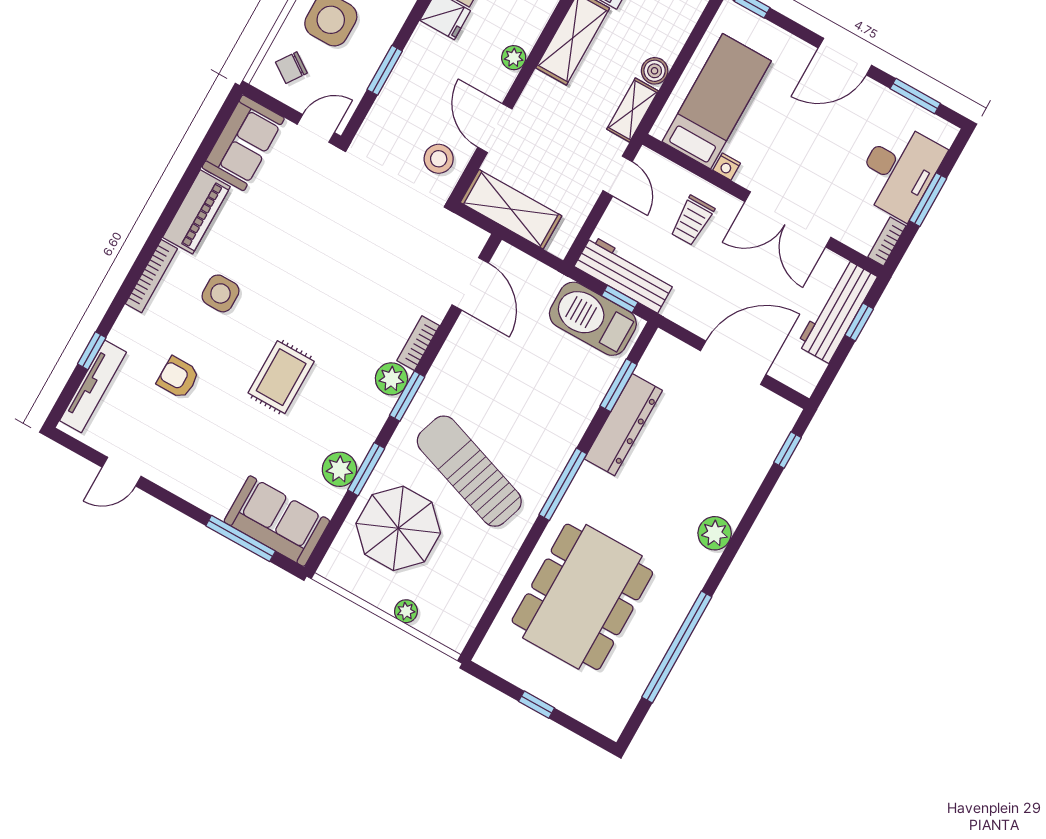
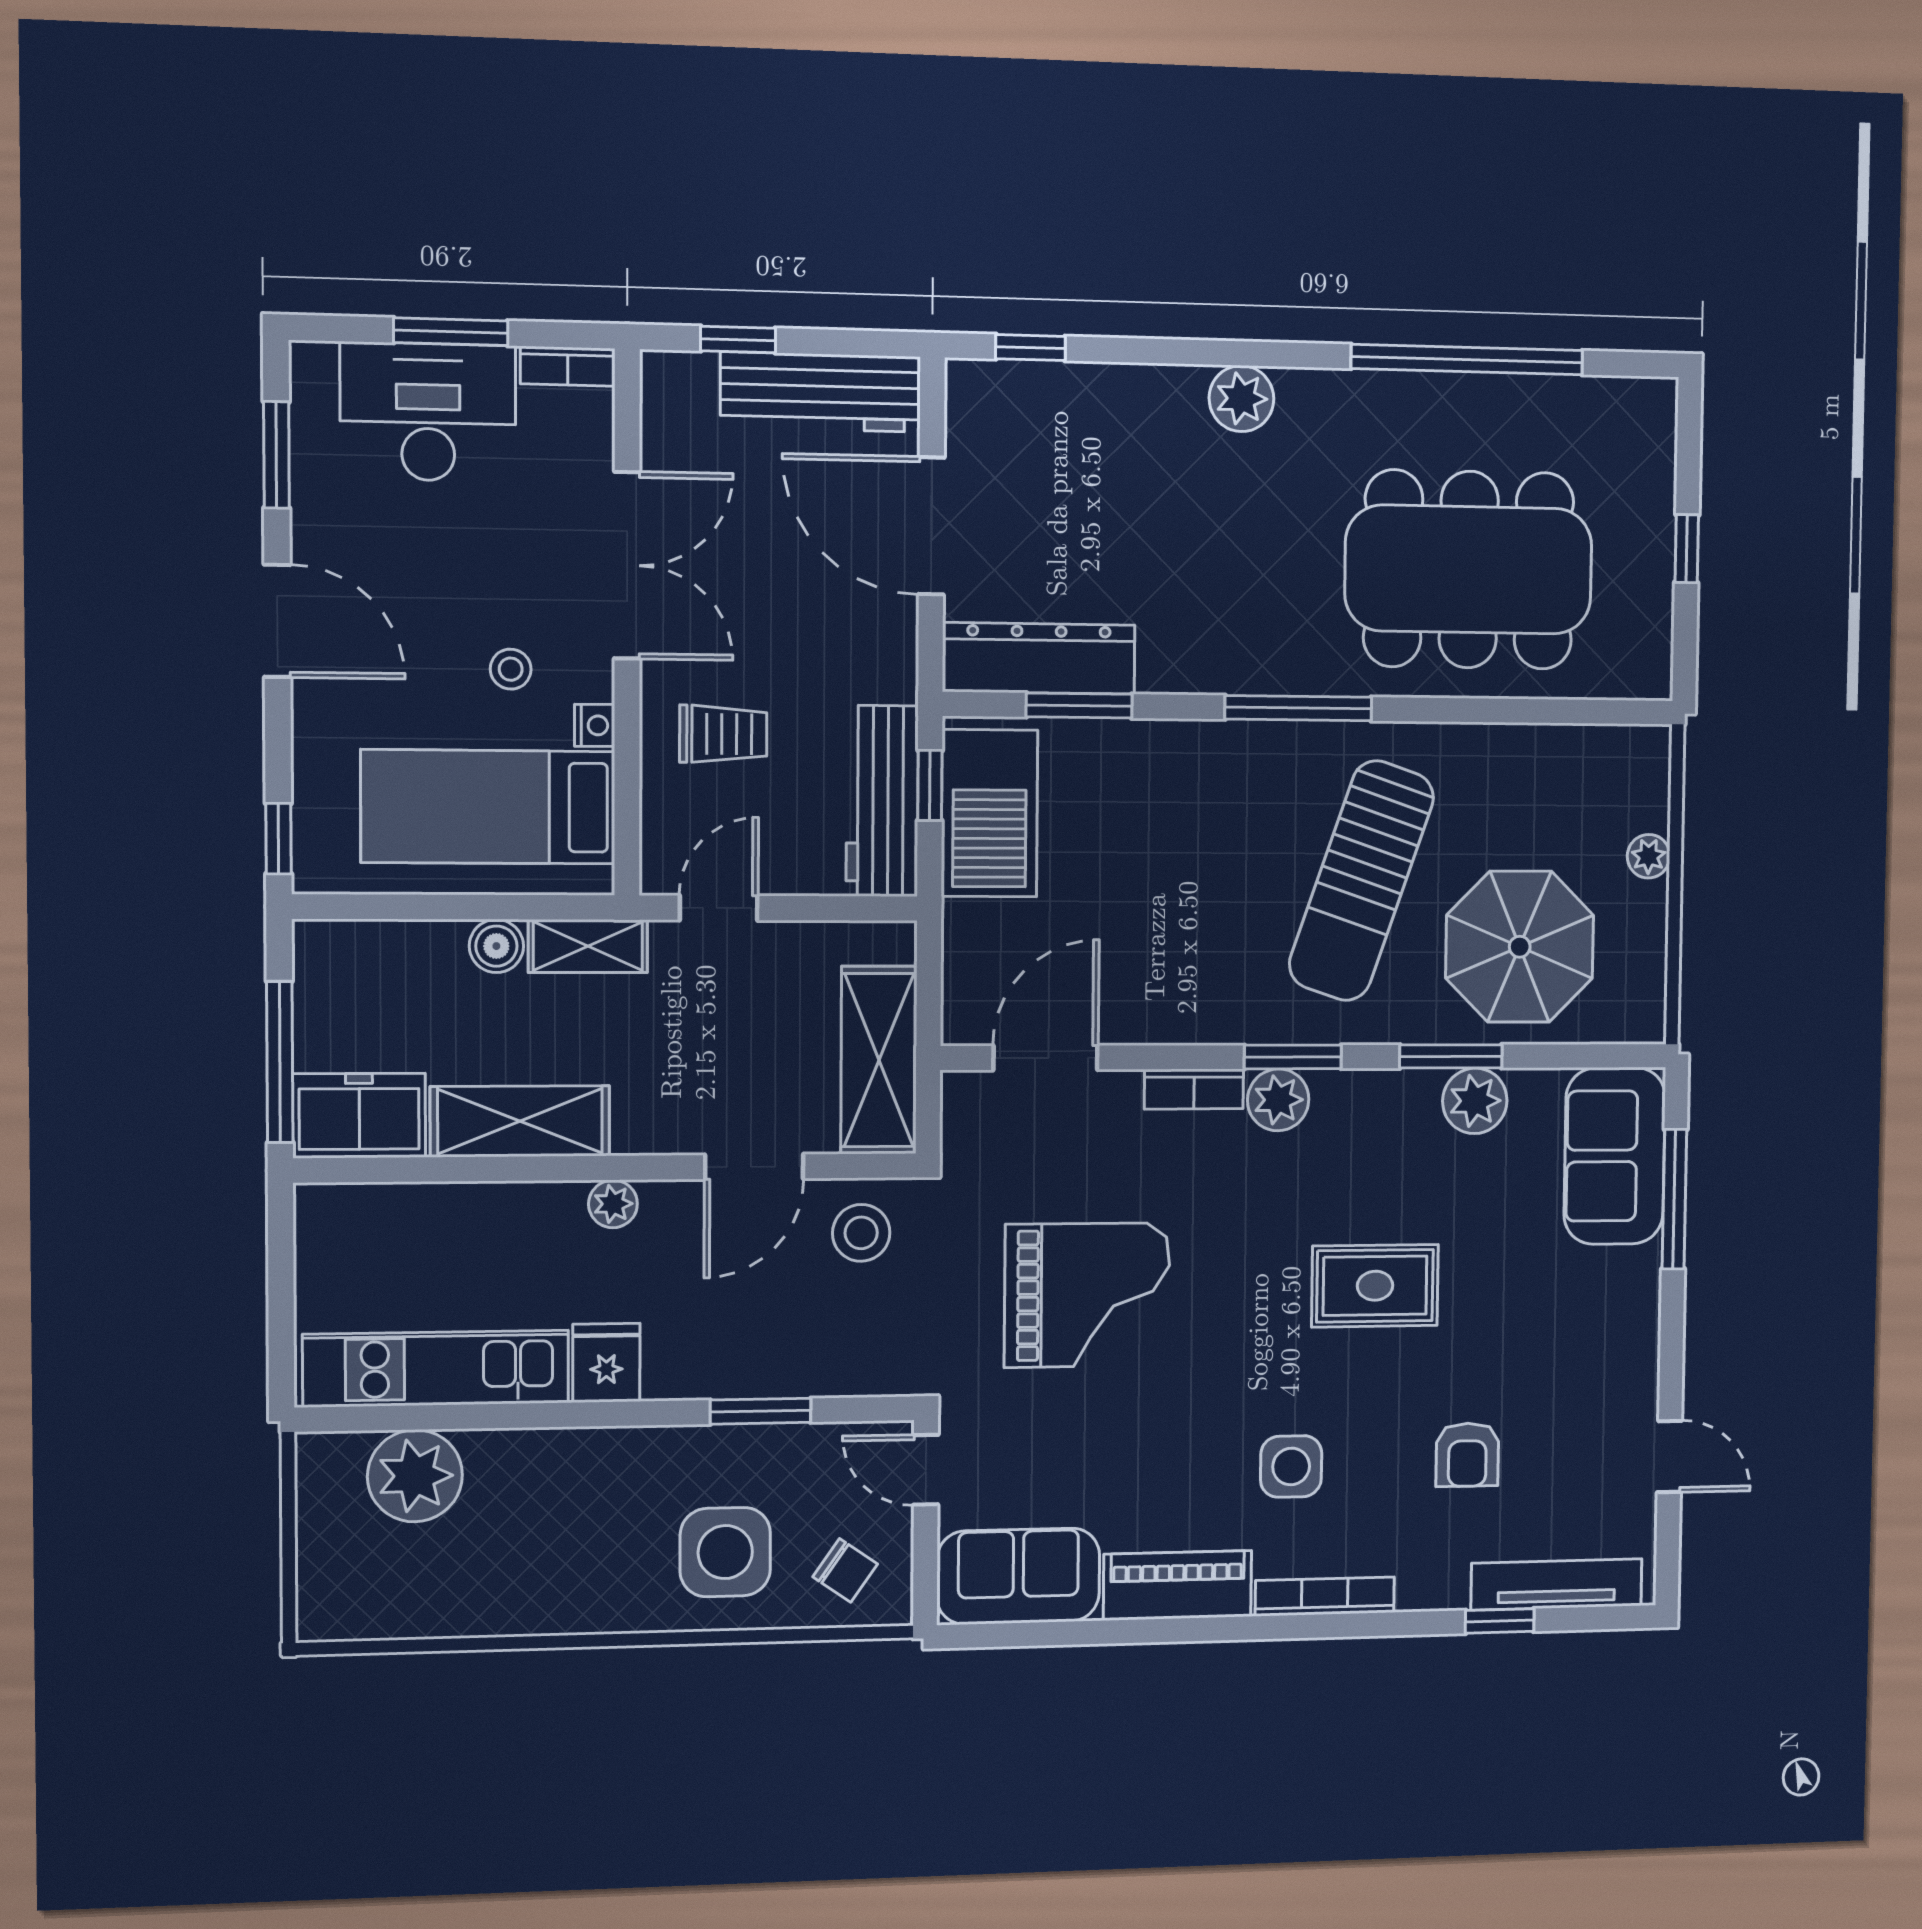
stool: (771, 144) -> (511, 669), added
grand piano: (353, 244) -> (1087, 1295), added
workbench: (837, 311) -> (821, 392), moved
dresser: (623, 425) -> (1039, 658), moved

